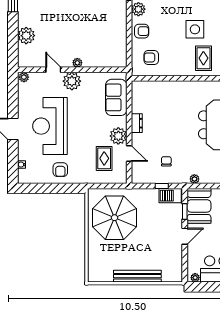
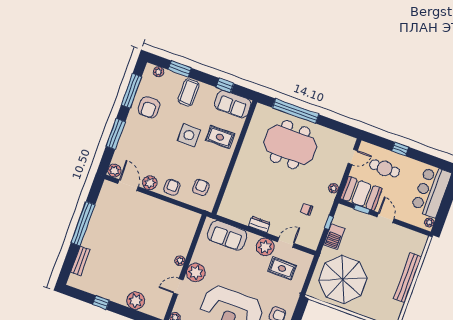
armchair: (151, 58) -> (201, 187), turned 180
barbecue: (170, 196) -> (334, 237), moved

